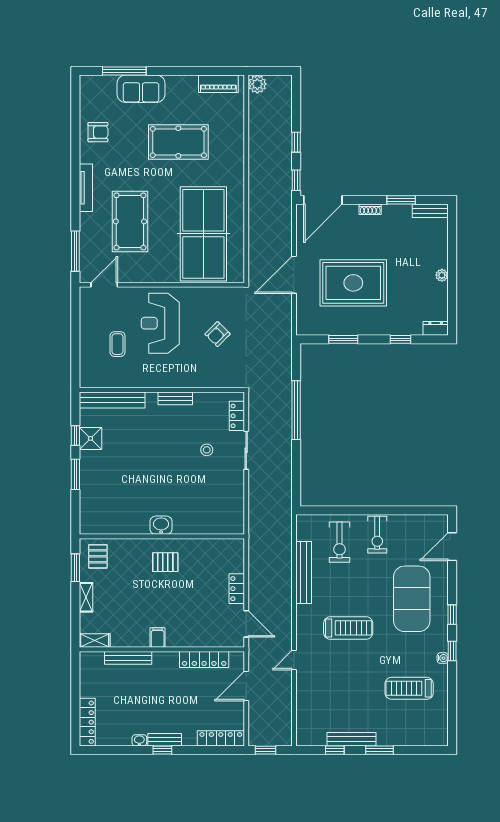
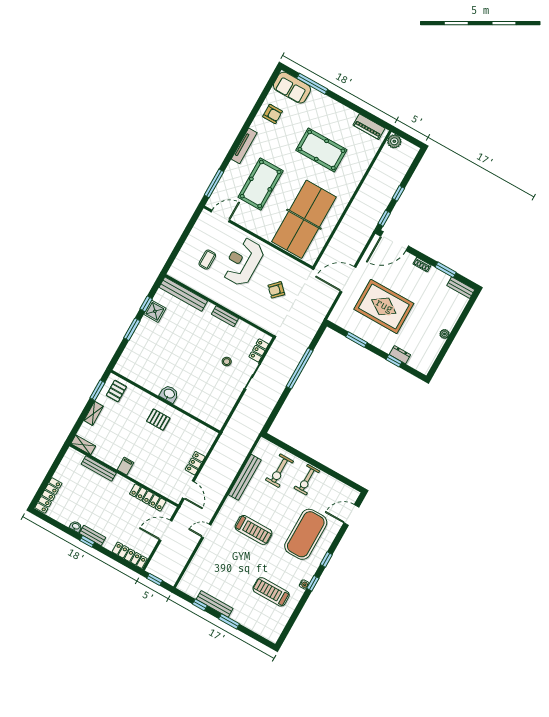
sofa: (141, 89) -> (292, 88), moved
dresser: (436, 328) -> (400, 355), moved

